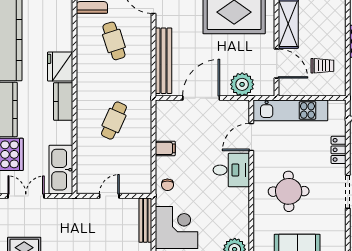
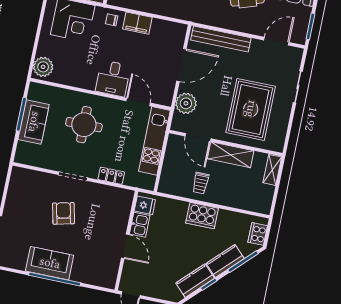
door: (277, 63) -> (198, 137), hinge flipped
trolley: (322, 66) -> (201, 183), moved
door: (201, 98) -> (181, 65), hinge flipped
filing cabinet: (165, 148) -> (137, 23), width x2.00

